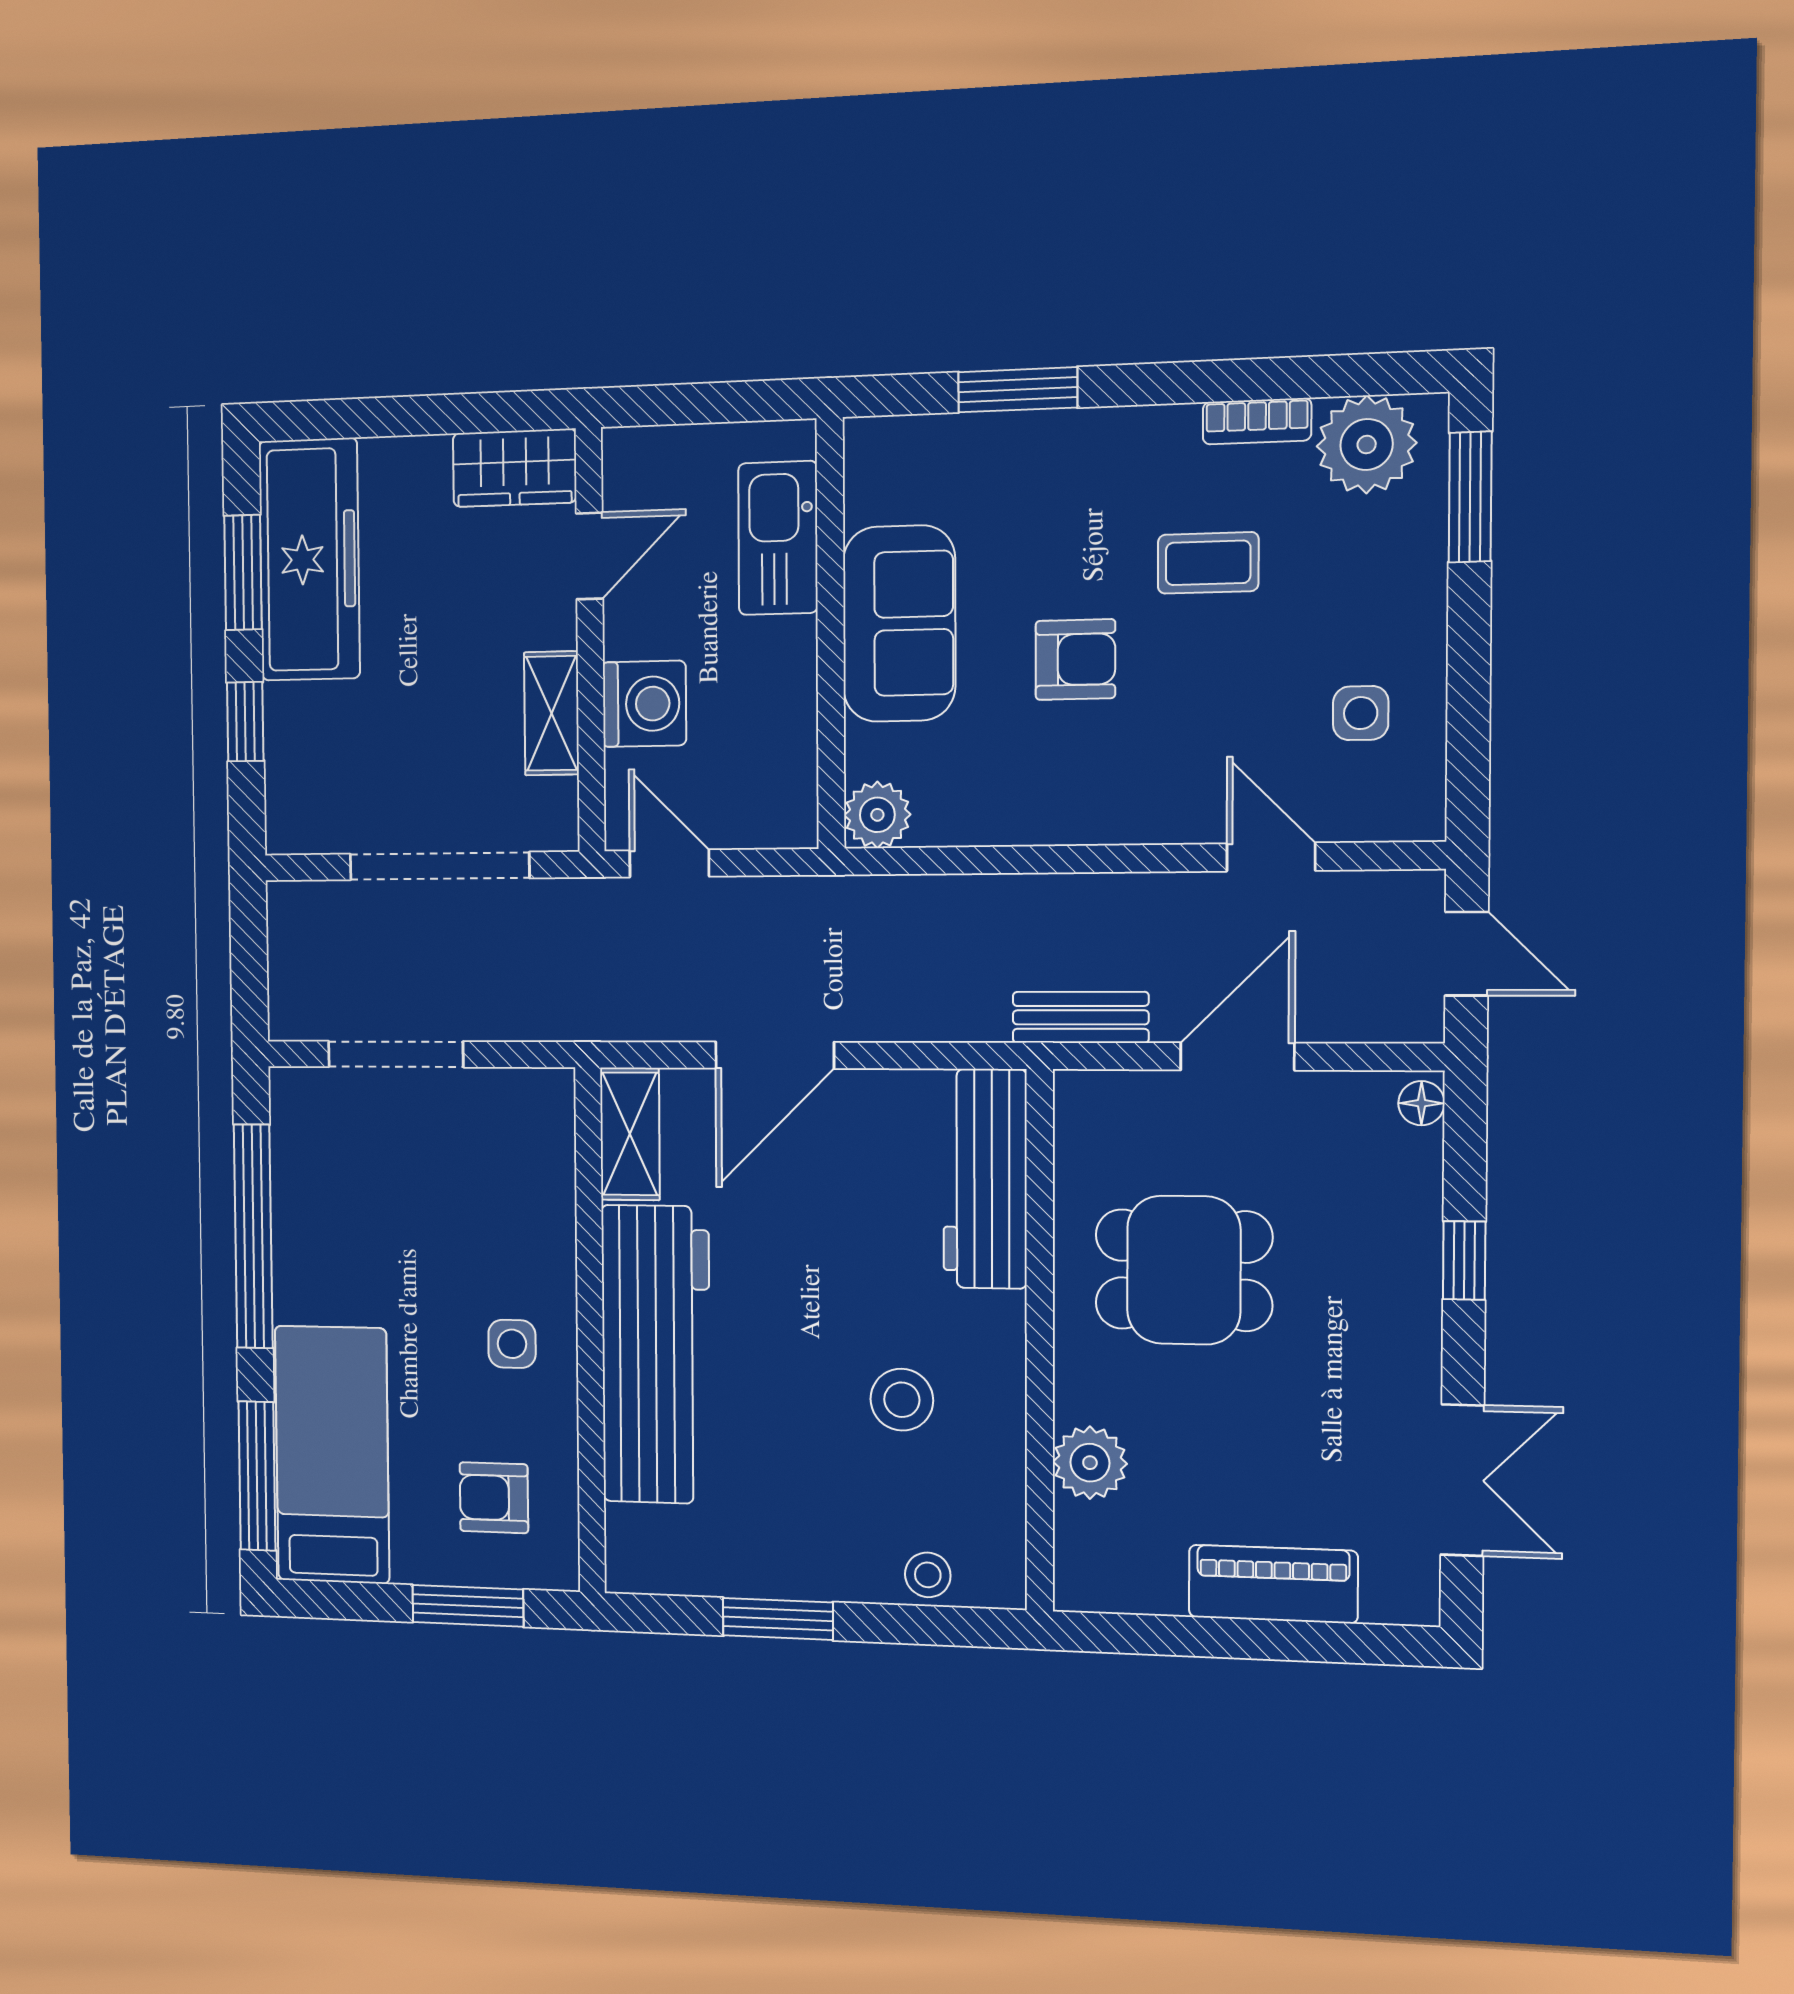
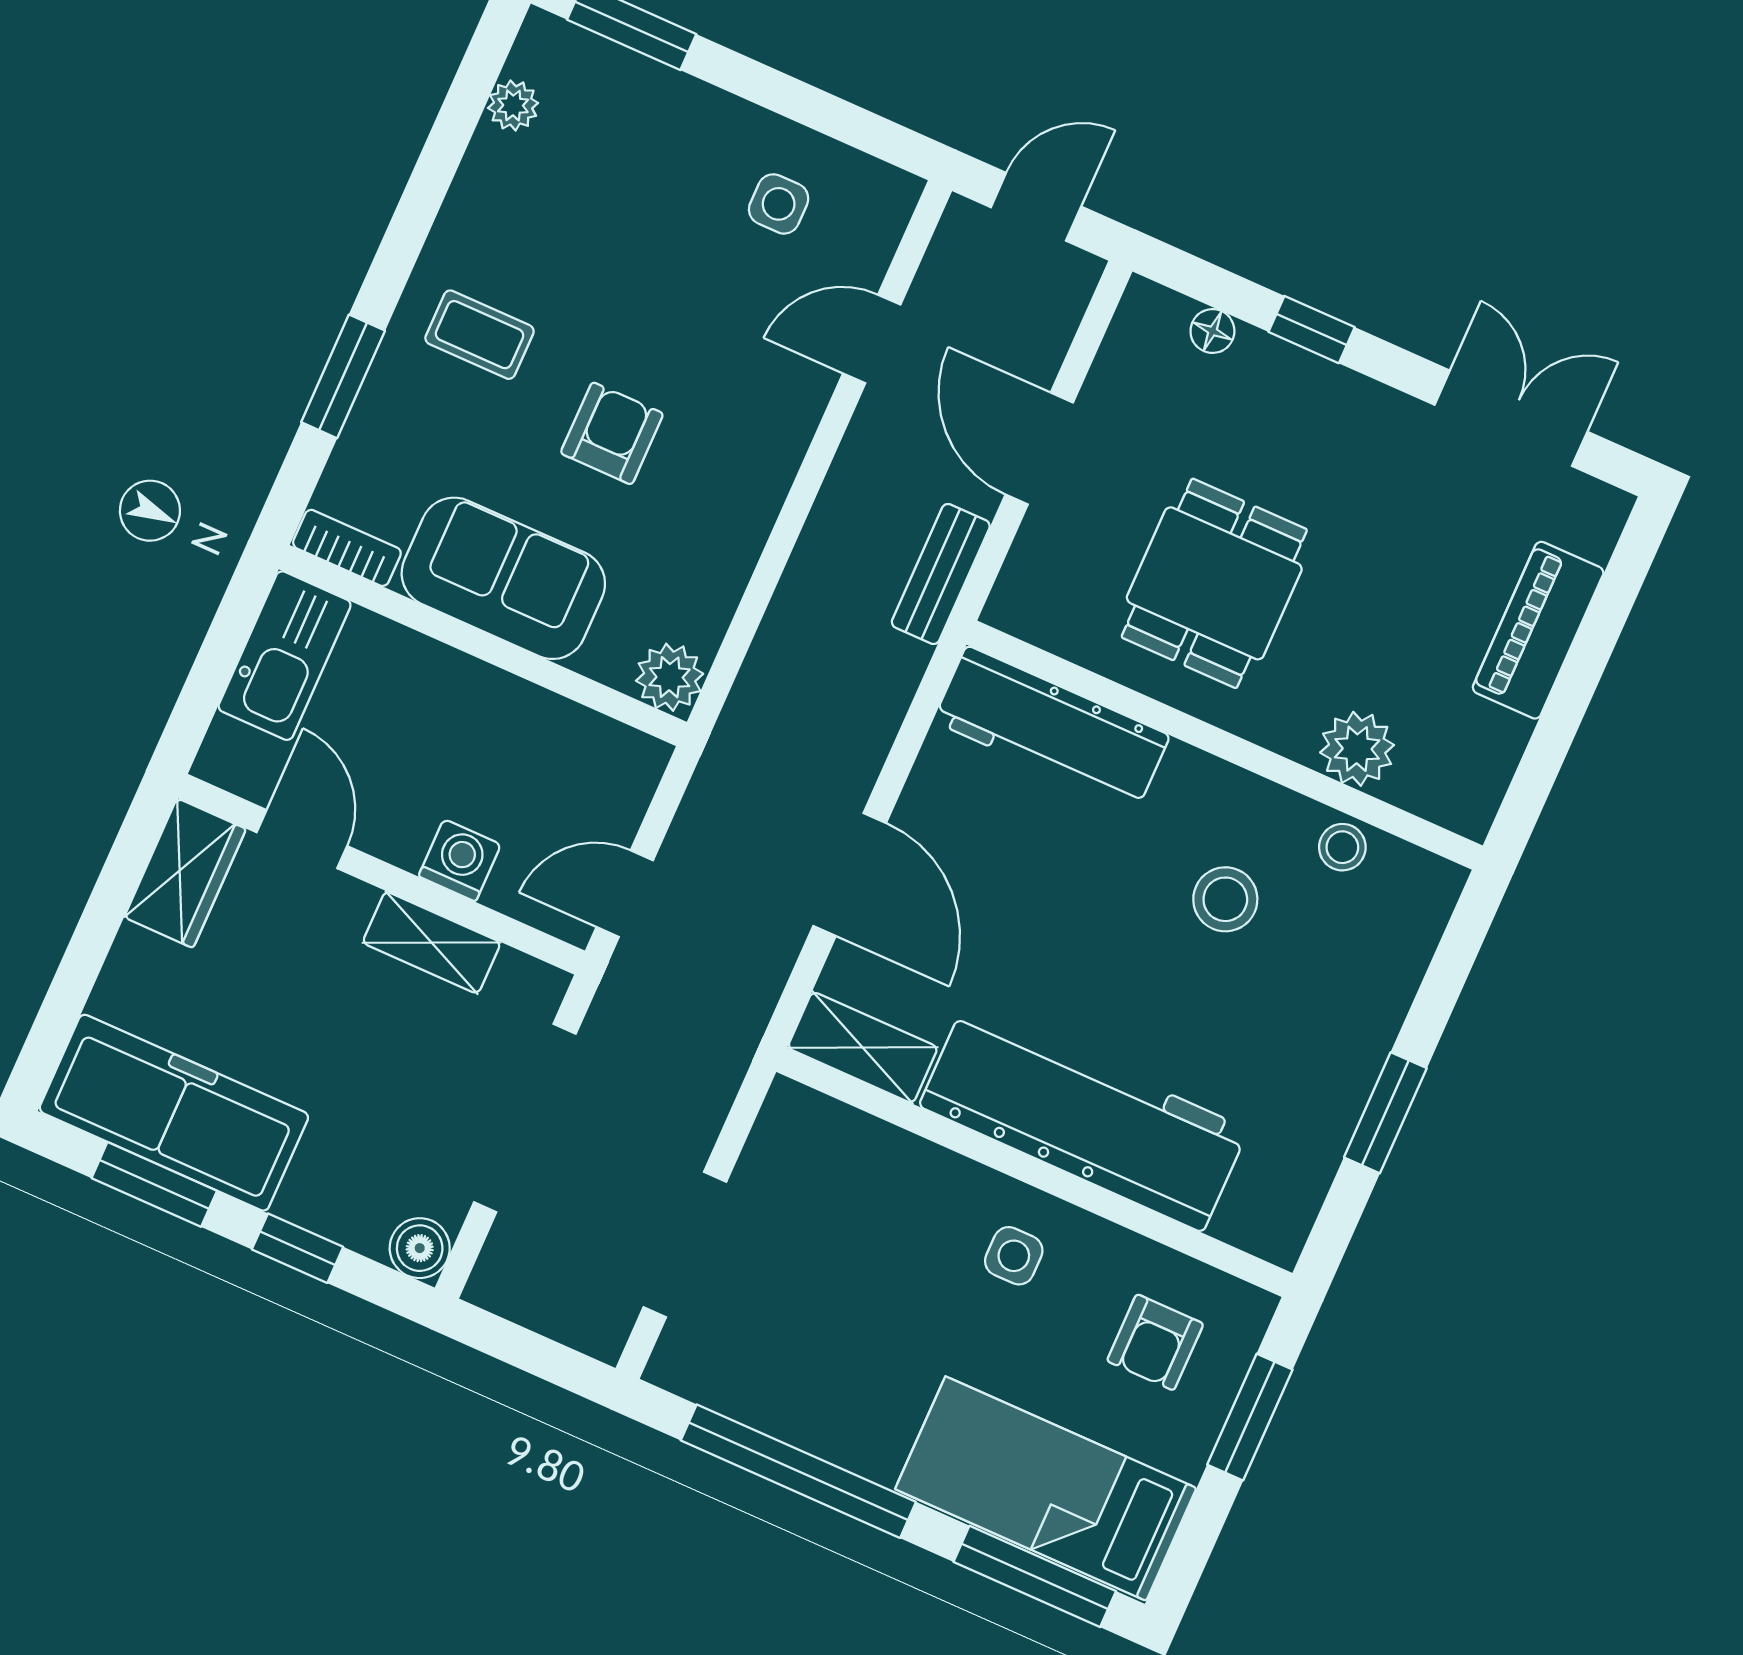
bookcase: (1257, 421) -> (347, 548), moved, turned -90
plant: (1367, 445) -> (513, 105), width x0.53, depth x0.53
kitchen sink: (778, 538) -> (285, 656), moved, turned -90
coffee table: (1208, 563) -> (480, 335), moved, turned 90
washing machine: (644, 704) -> (460, 860), width x0.73, depth x0.73
boiler: (292, 827) -> (420, 1248), added
floor lamp: (1421, 1103) -> (1212, 331), moved
stool: (928, 1575) -> (1342, 847), moved

